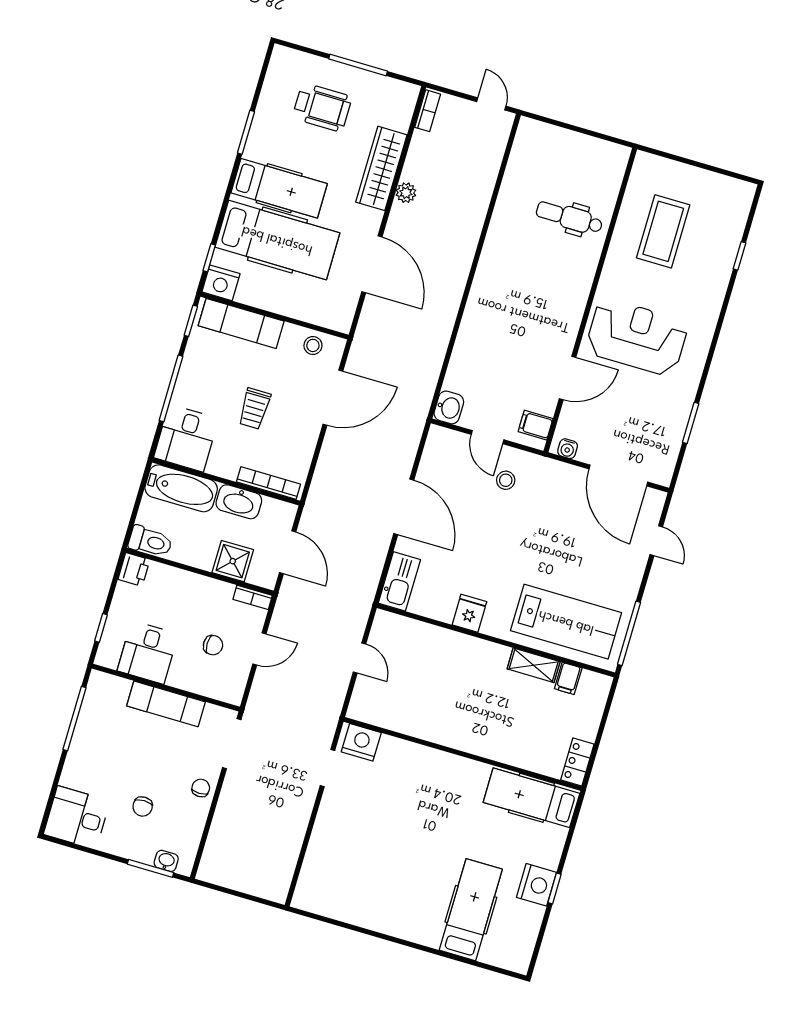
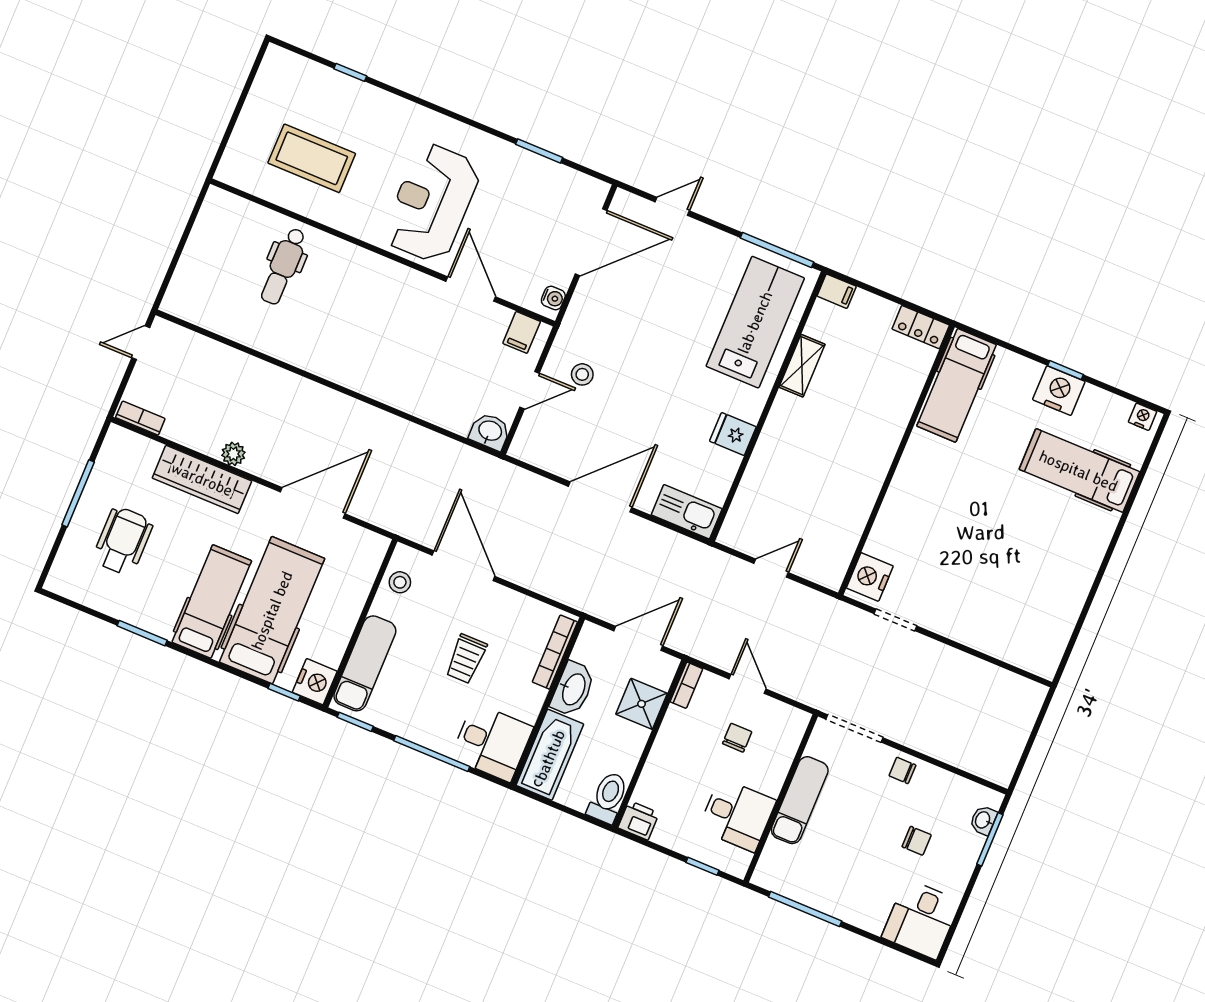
trolley: (254, 409) -> (466, 659), turned 90
filing cabinet: (568, 678) -> (837, 291), moved
nightstand: (522, 958) -> (1143, 417), added

